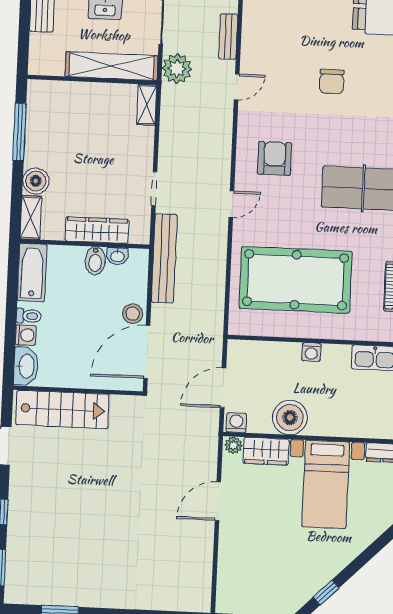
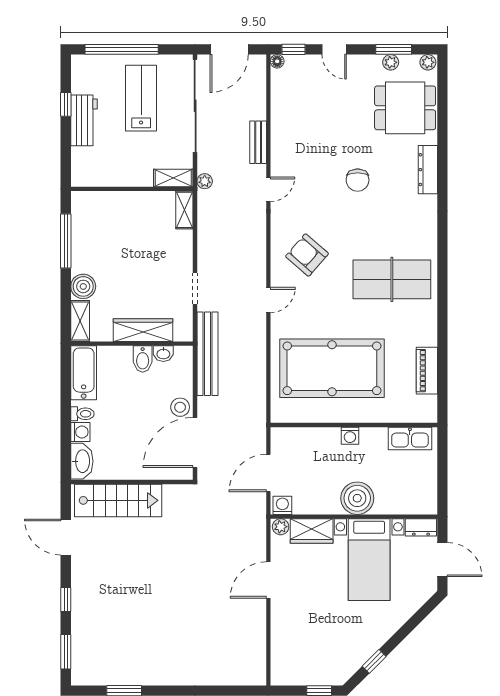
shelving: (112, 66) -> (173, 178), width x0.45, depth x0.75
plant: (177, 69) -> (205, 181), width x0.53, depth x0.53
armchair: (275, 158) -> (307, 255), turned -49
boiler: (290, 418) -> (357, 498), moved

